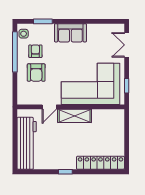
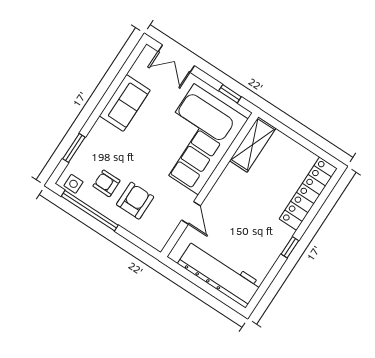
sofa: (70, 33) -> (125, 103), moved
armchair: (36, 73) -> (135, 201), turned -90
shelving: (75, 116) -> (253, 145), moved

